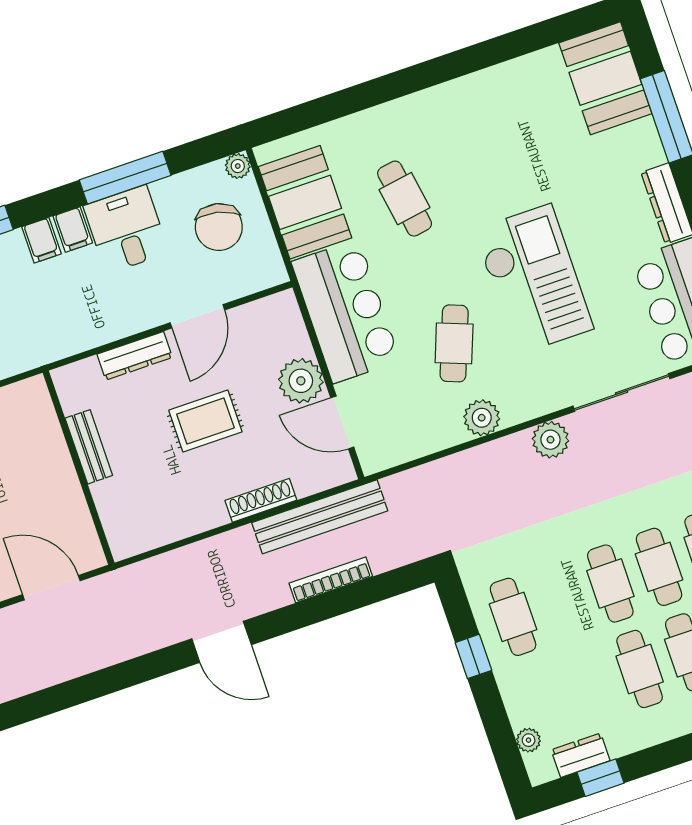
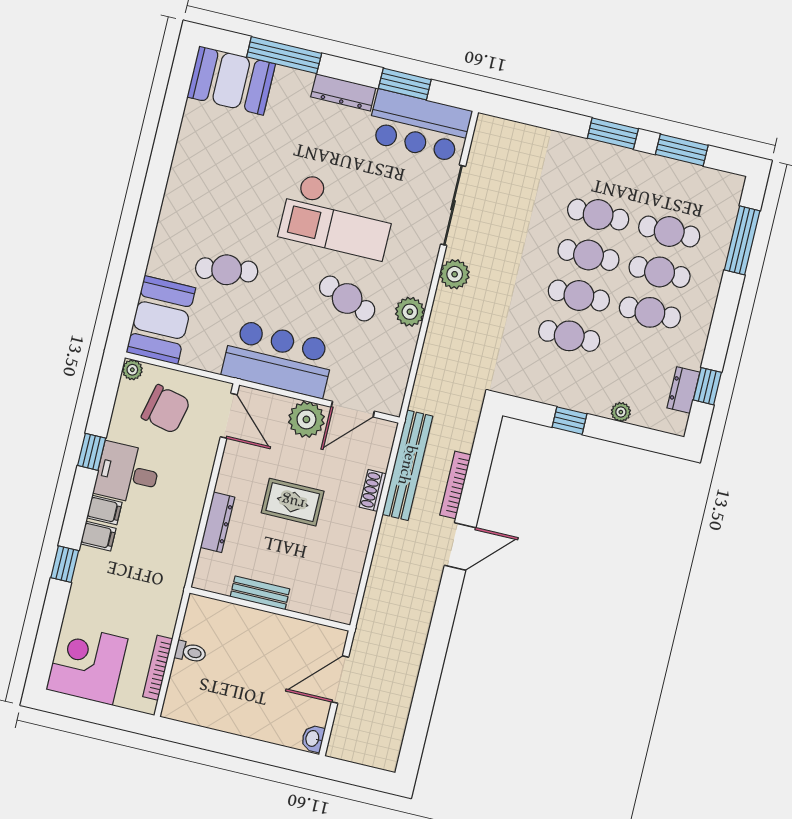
window: (125, 178) -> (92, 452), width x0.46
booth: (305, 202) -> (161, 320), moved, turned 90
checkout: (534, 279) -> (338, 216), turned 180
door: (197, 316) -> (229, 416), moved
rug: (205, 421) -> (293, 502), turned 90
shoe rack: (261, 500) -> (373, 490), width x0.70
cafe table: (513, 617) -> (569, 336), moved
door: (222, 642) -> (460, 547), moved
plant: (529, 740) -> (621, 412), moved

